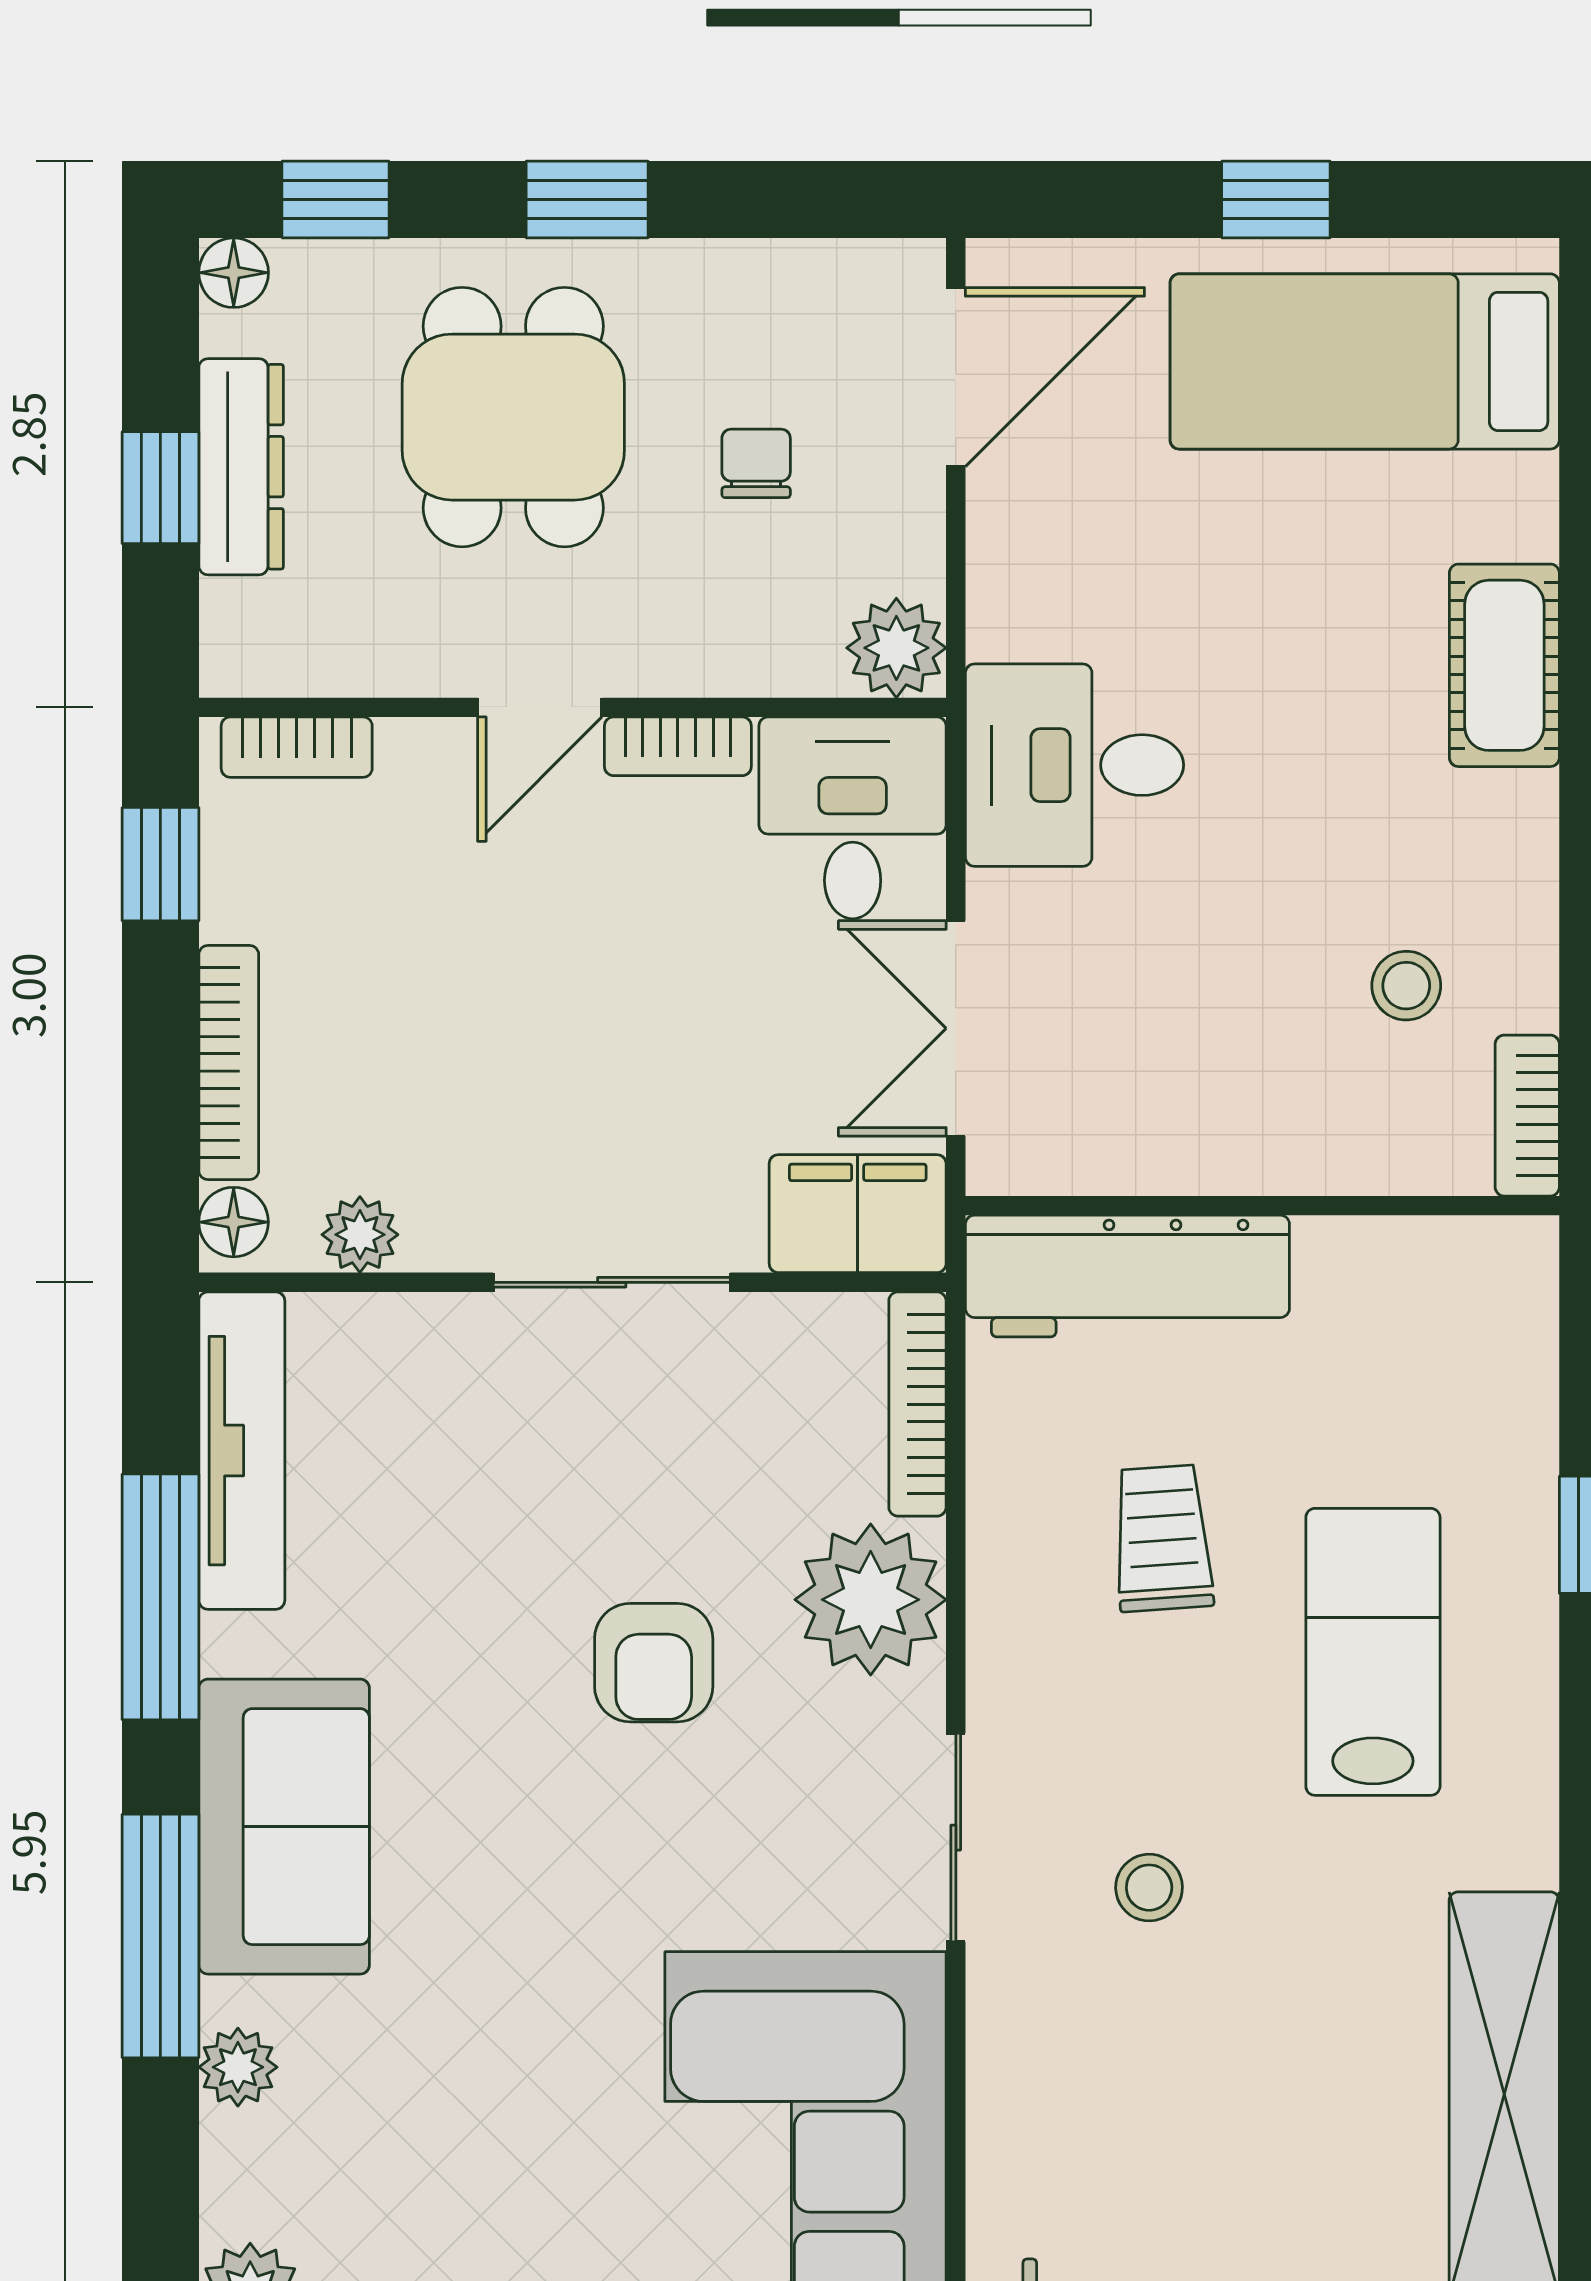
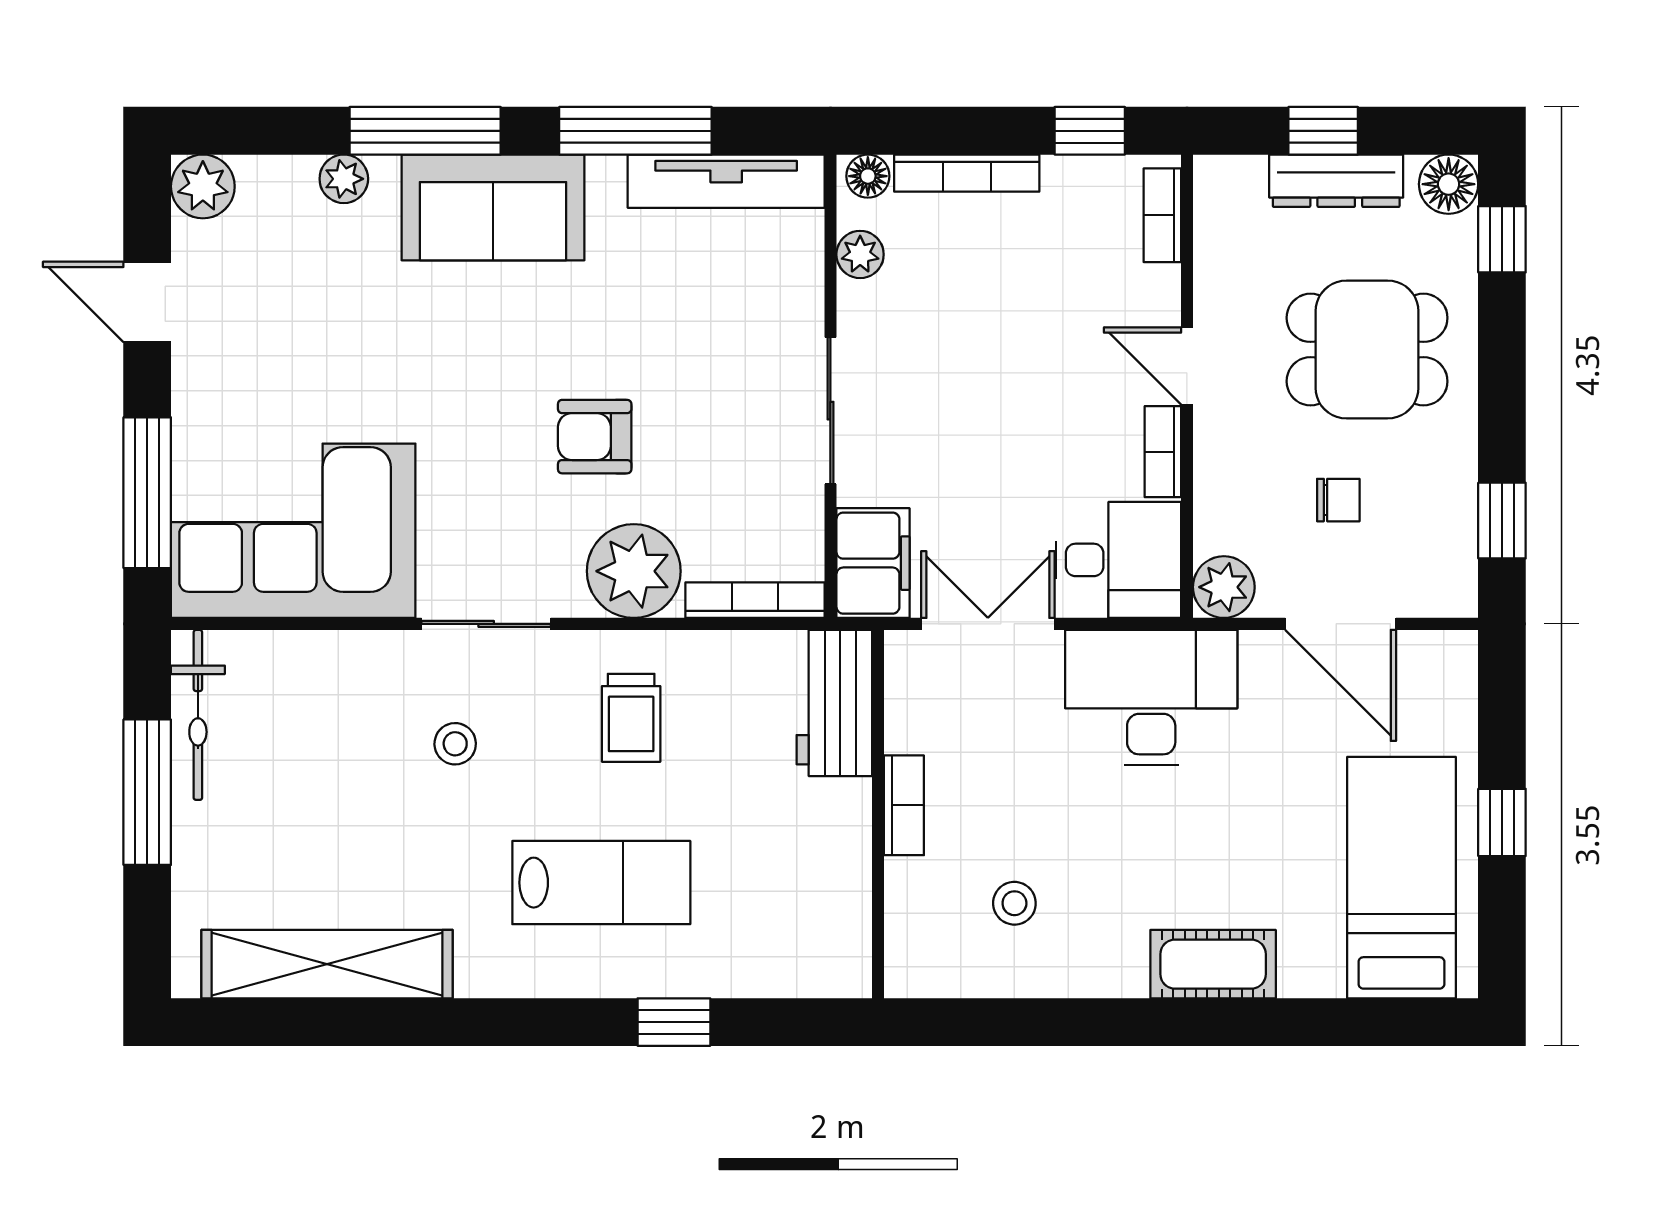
window: (587, 199) -> (1502, 521), moved
floor lamp: (234, 273) -> (1449, 184), width x1.37, depth x1.37
door: (956, 377) -> (1341, 624), moved
desk: (1074, 765) -> (1151, 698), width x1.37
bookcase: (1527, 1116) -> (904, 805), moved, turned 90
workbench: (1127, 1276) -> (834, 703), width x0.73
trolley: (1162, 1538) -> (631, 718), moved, turned 94

